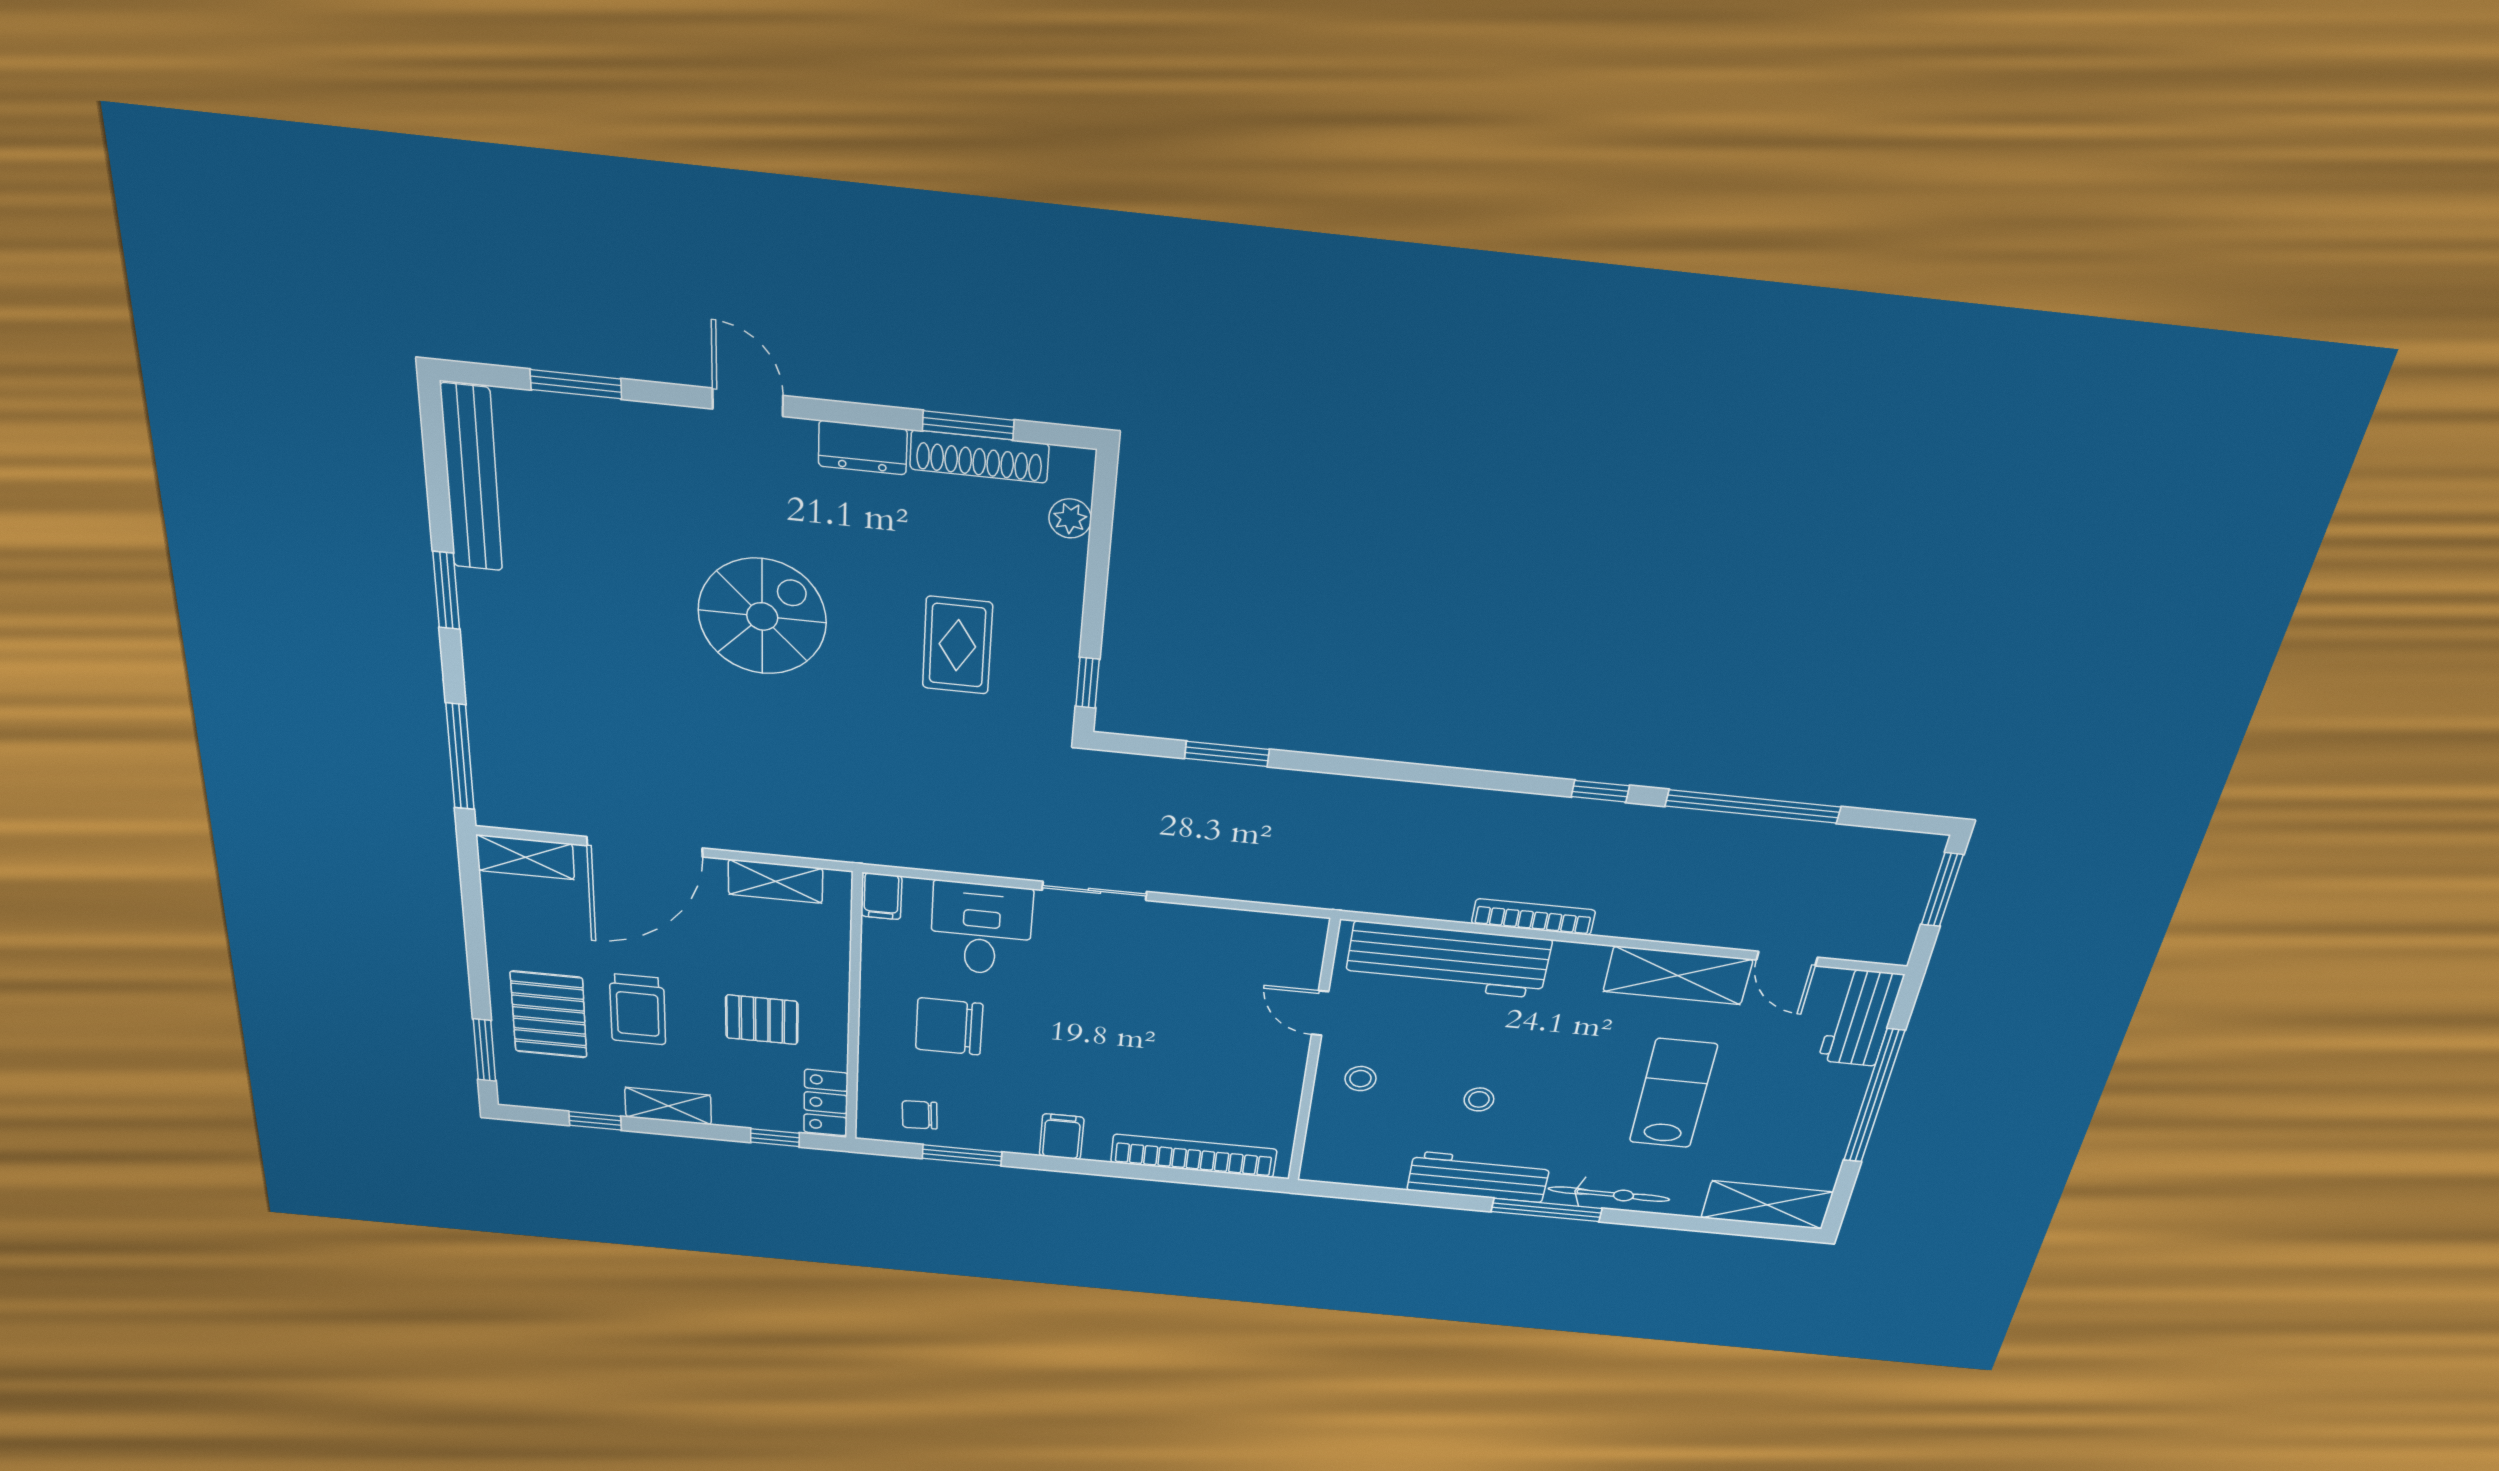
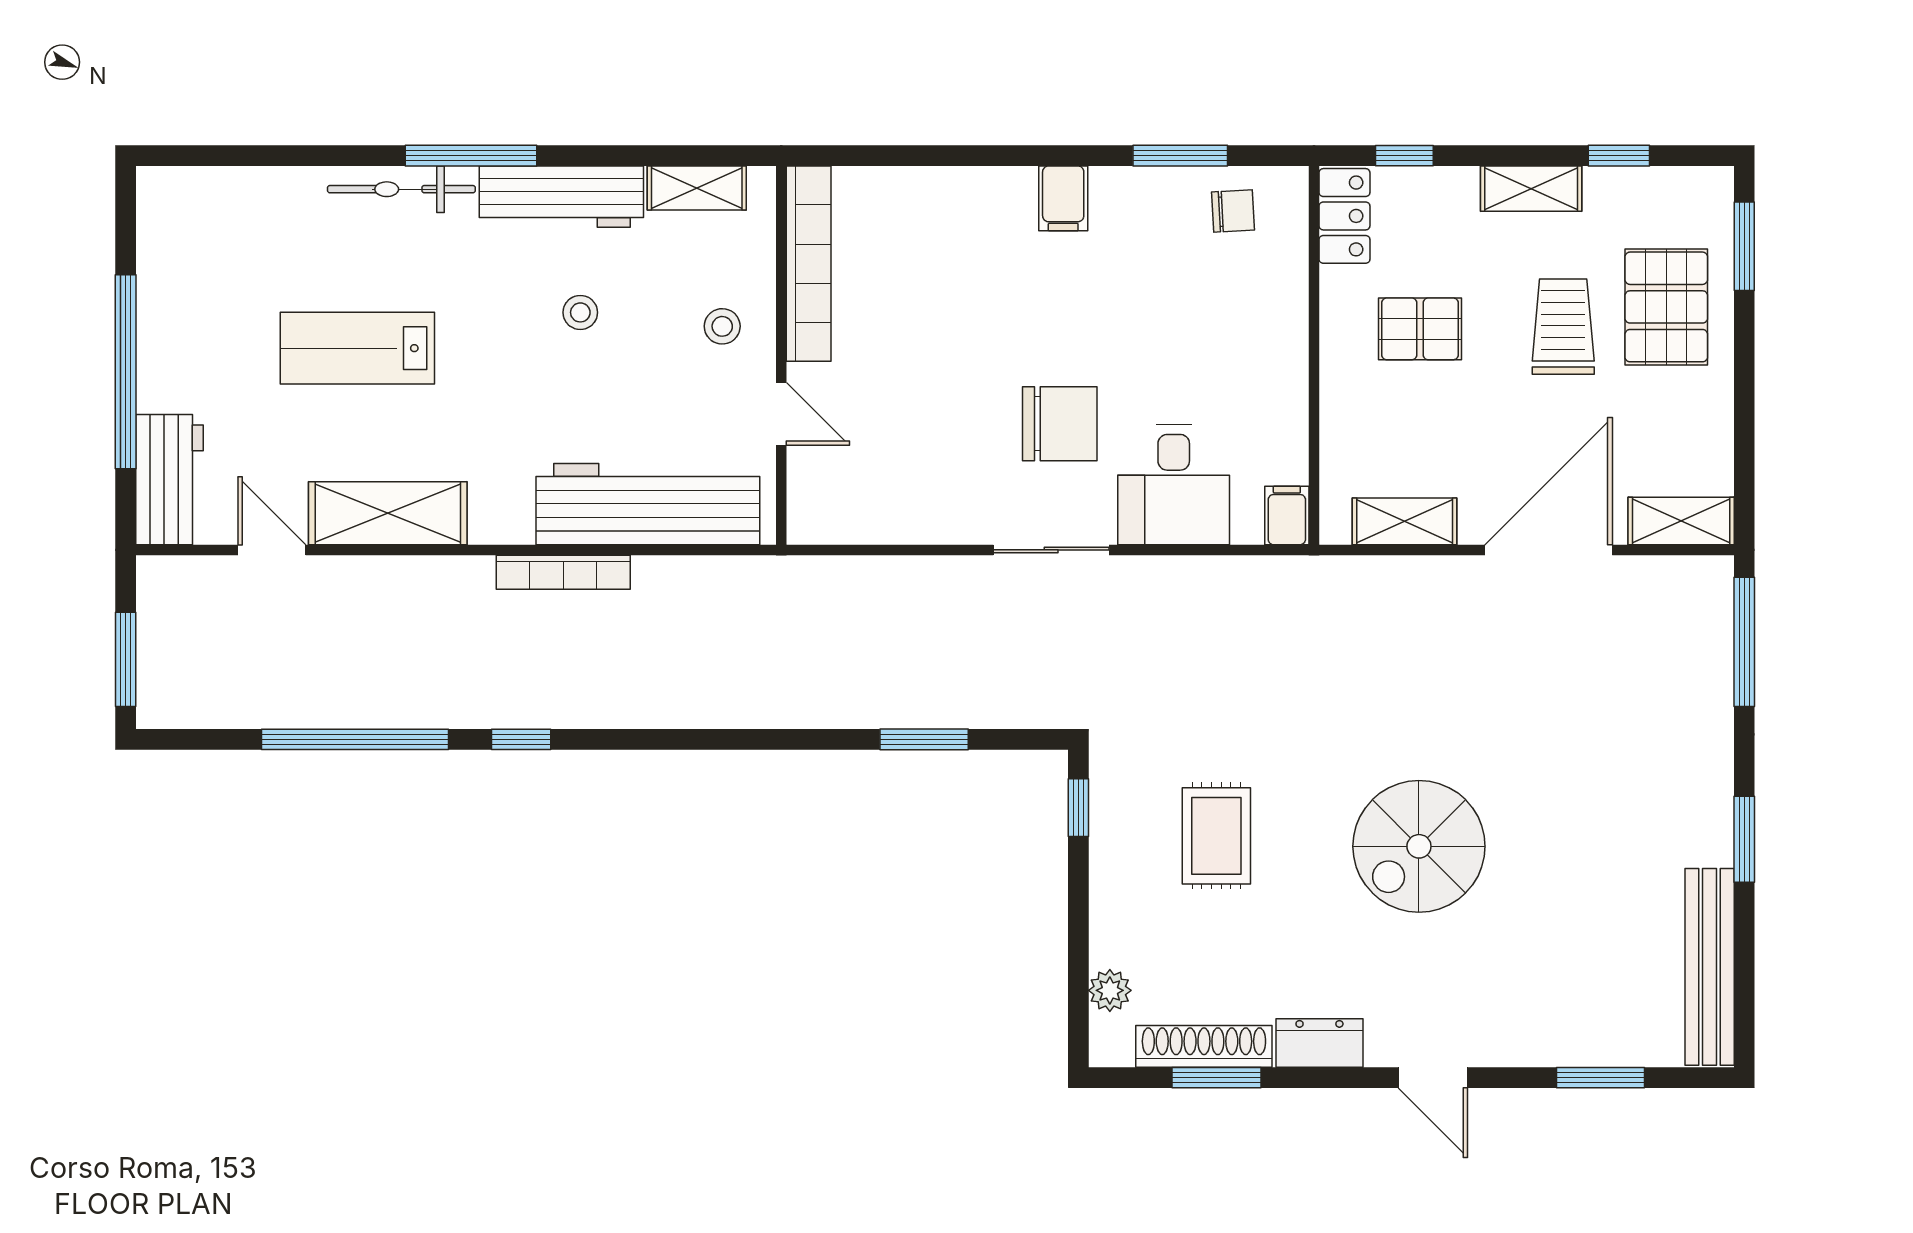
chair: (949, 1026) -> (1060, 424), moved
lab bench: (1673, 1093) -> (357, 348), turned 90
bookcase: (1194, 1156) -> (809, 264), moved, turned -90
shelving: (1767, 1205) -> (697, 188), moved, width x0.67, depth x0.75

